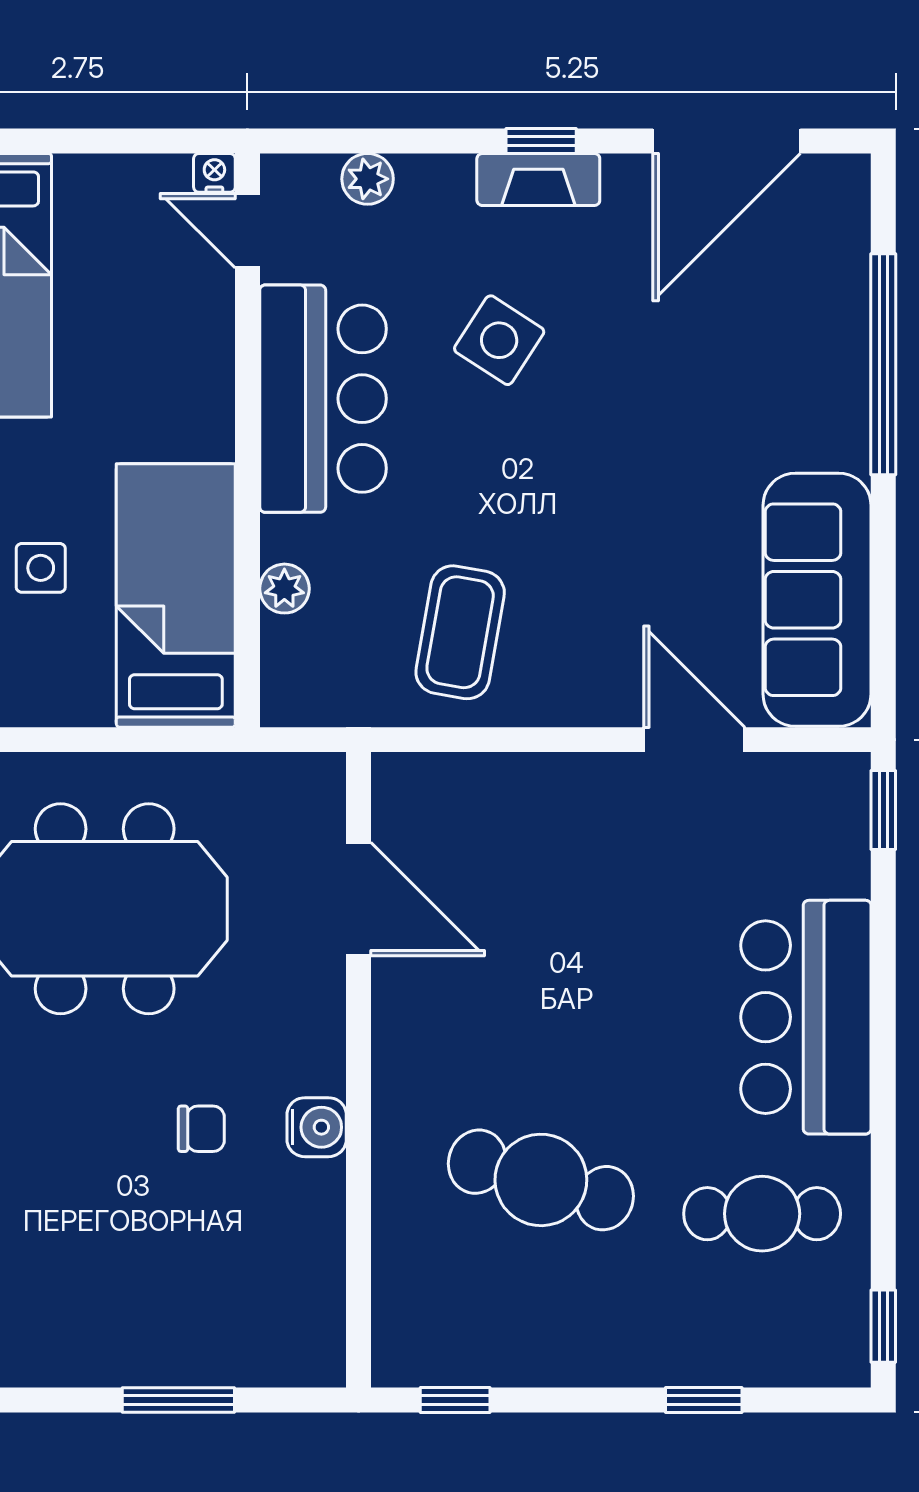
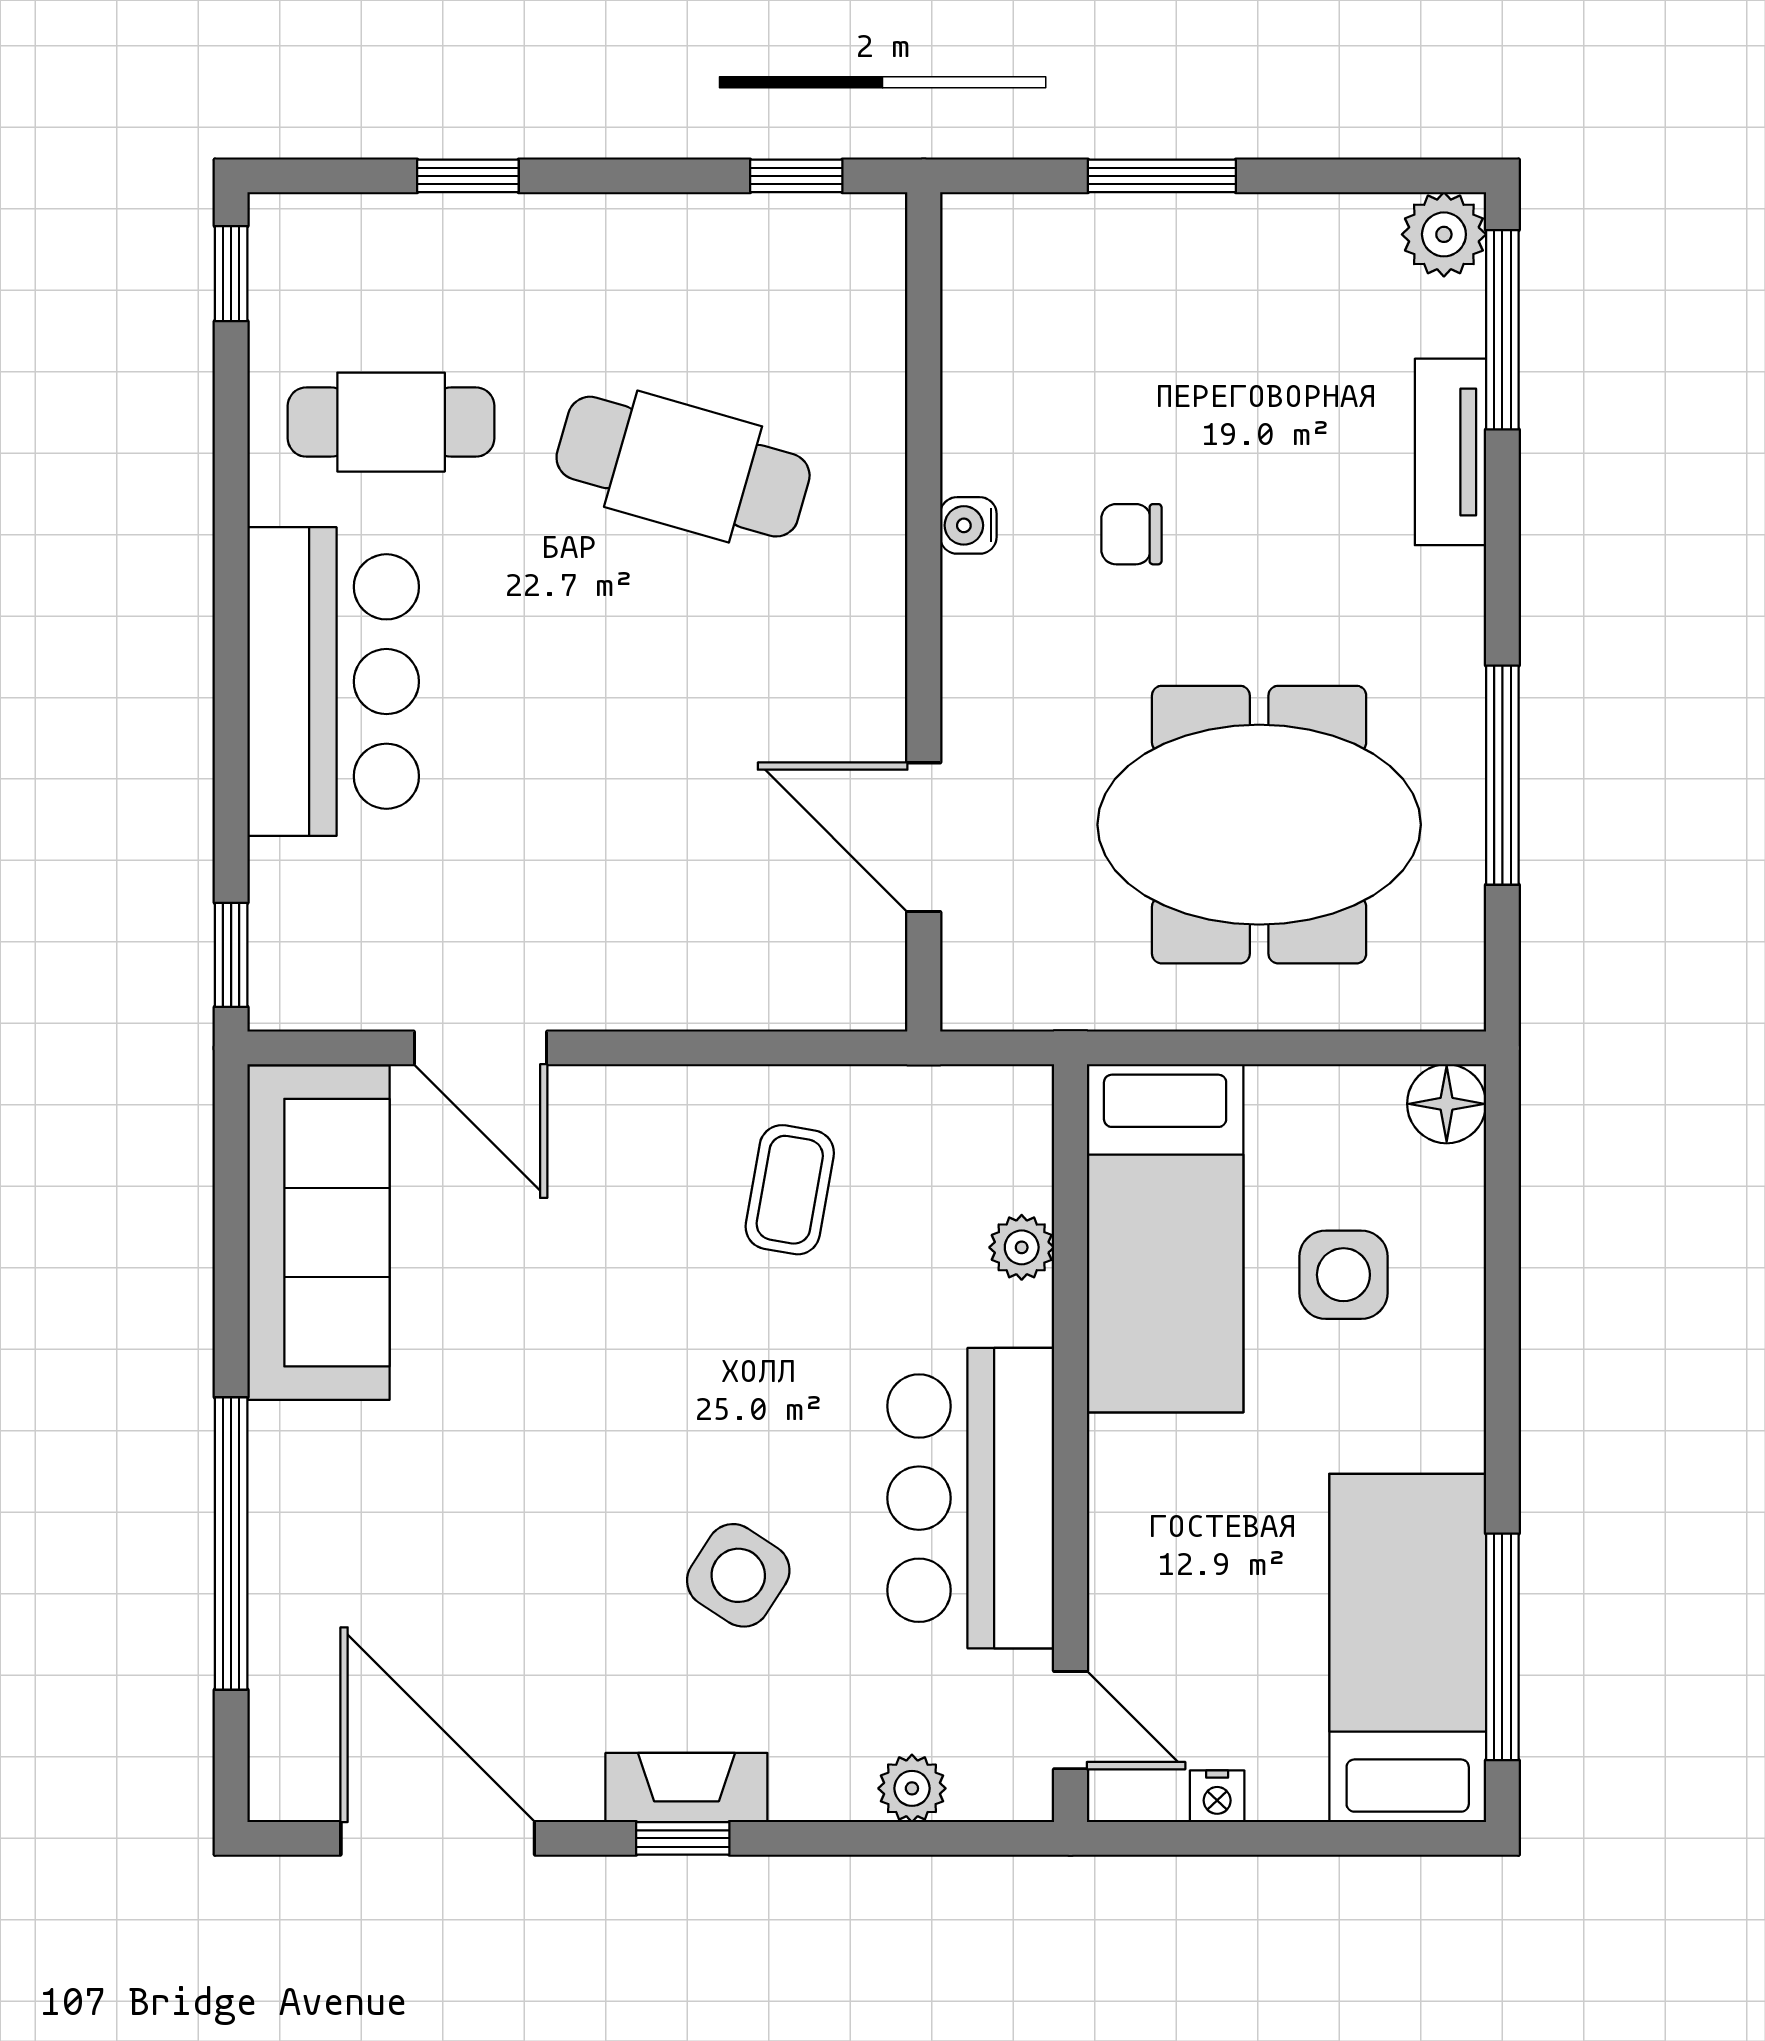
door: (727, 141) -> (438, 1838), hinge flipped
nightstand: (214, 173) -> (1217, 1796), moved
side table: (41, 568) -> (1343, 1275), width x1.37, depth x1.37
coffee table: (460, 632) -> (790, 1190), width x0.73, depth x0.77
water cooler: (317, 1127) -> (968, 525), width x0.72, depth x0.72

